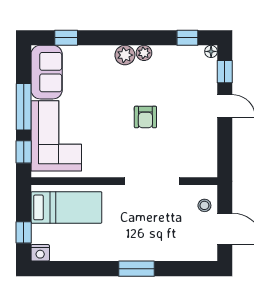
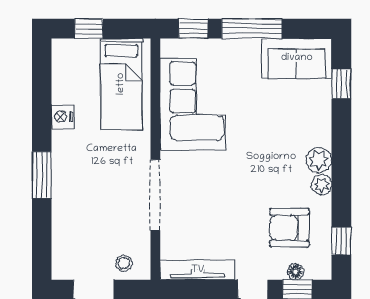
floor lamp: (211, 51) -> (296, 272), moved
armchair: (145, 117) -> (289, 228), moved, width x1.38, depth x1.38
corner sofa: (56, 136) -> (193, 104), moved, turned -90
tv unit: (210, 149) -> (198, 270), added
nightstand: (40, 253) -> (62, 117), moved

